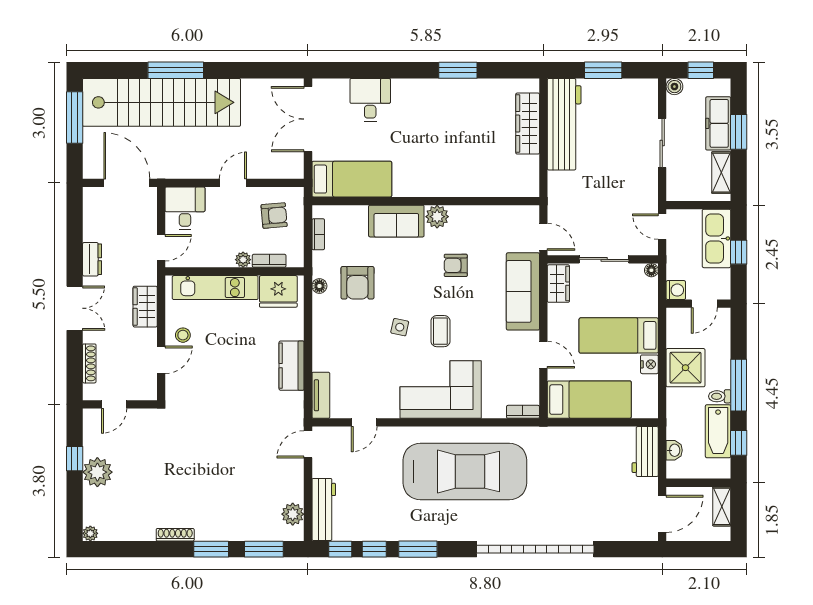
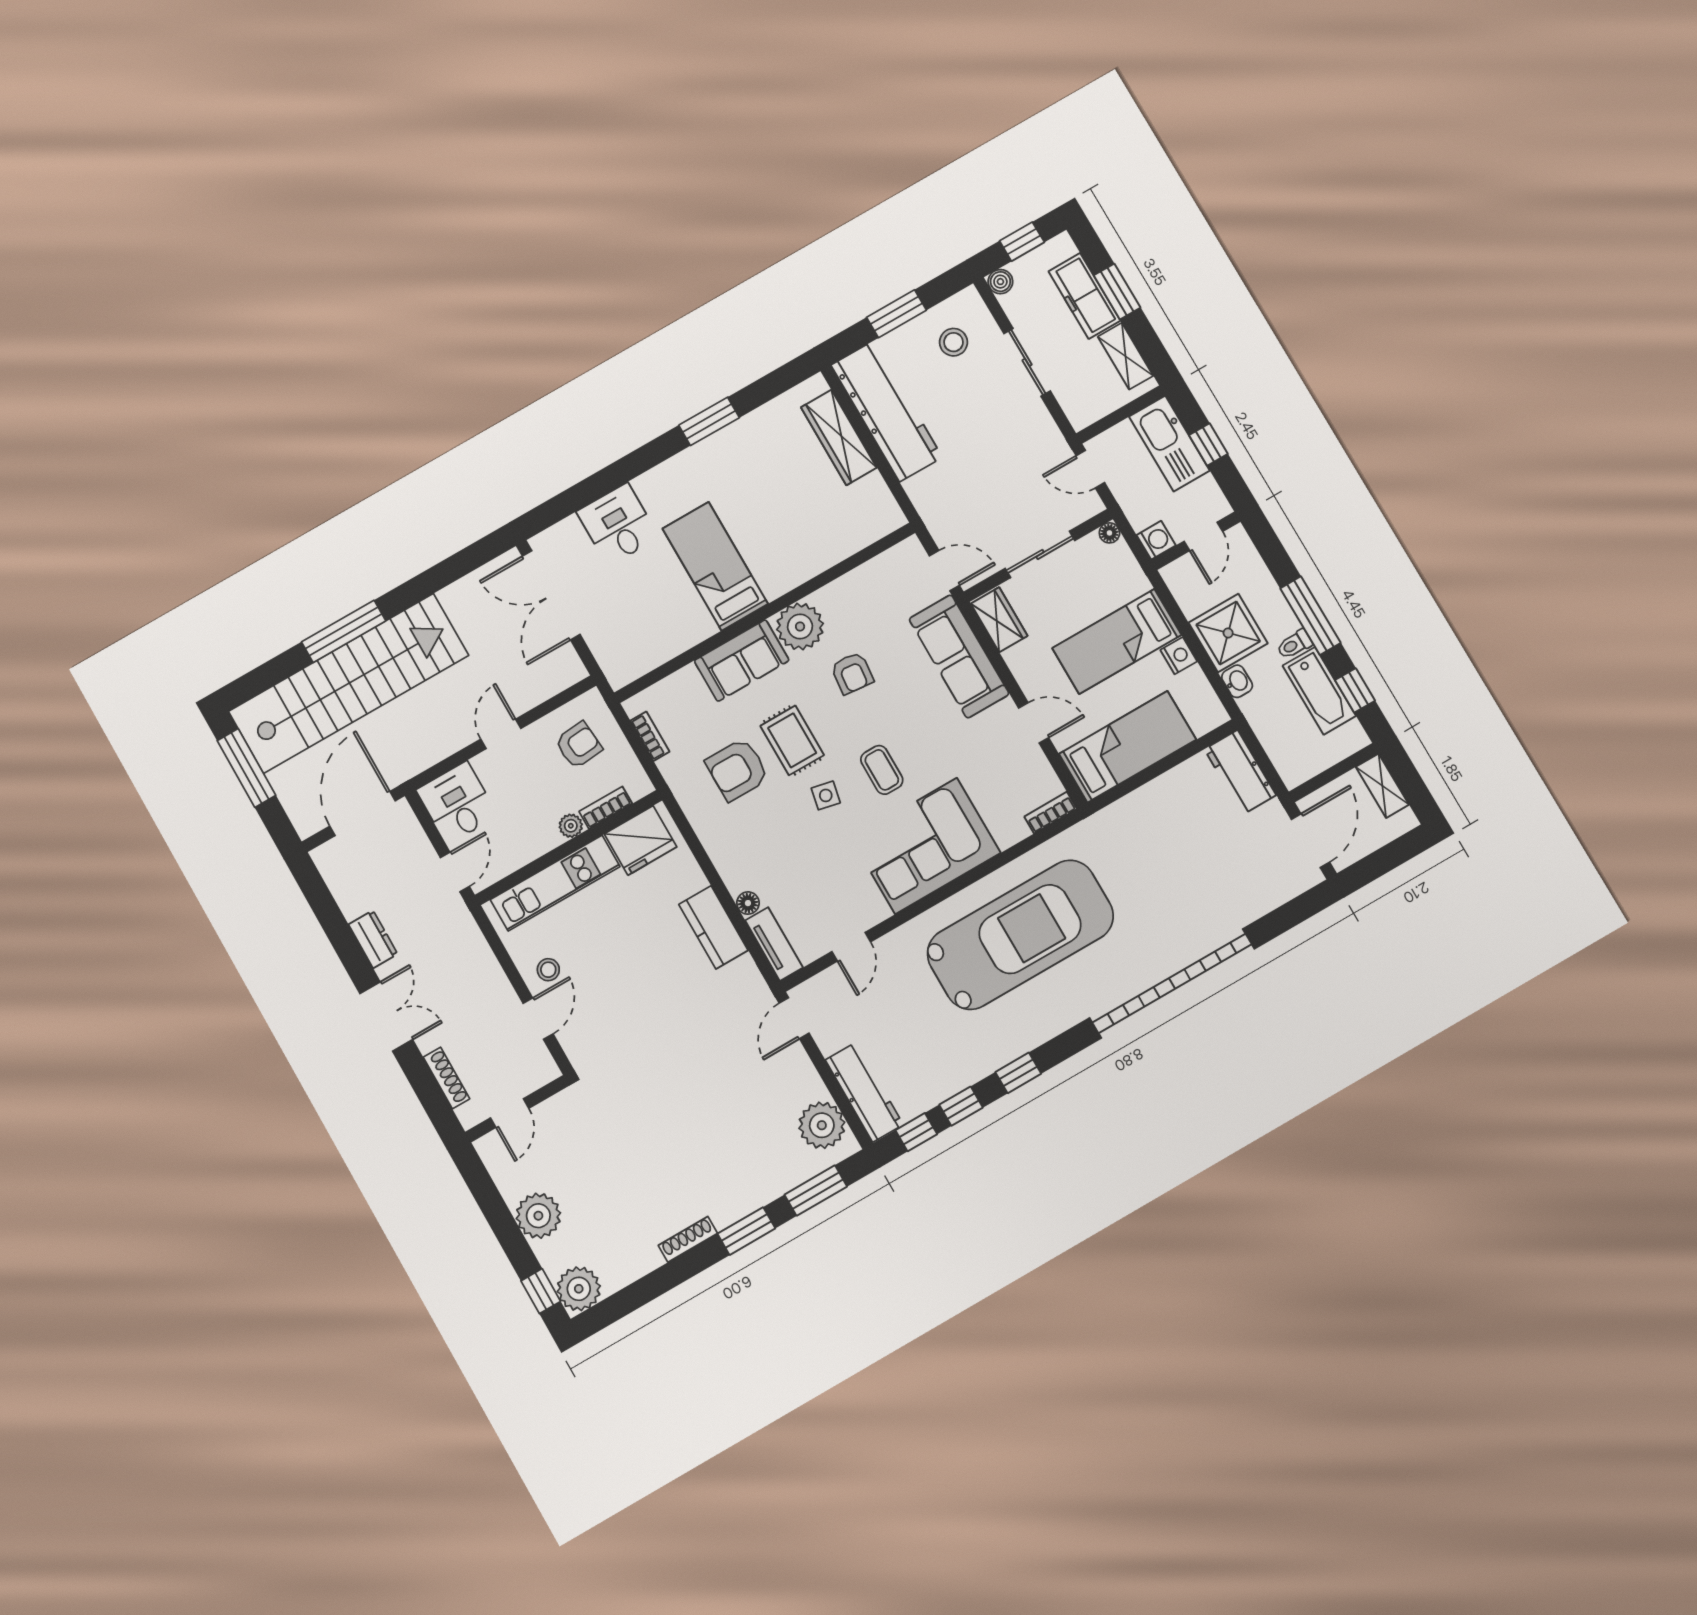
stool: (626, 106) -> (953, 342), added
bed: (352, 179) -> (715, 566), moved, turned -90
door: (127, 183) -> (363, 814), hinge flipped
plant: (437, 217) -> (800, 627), width x1.36, depth x1.36
armchair: (456, 265) -> (852, 673), turned -84
armchair: (357, 283) -> (737, 770), turned 90
rug: (399, 284) -> (792, 740), added
floor lamp: (319, 286) -> (748, 903), moved
wardrobe: (145, 307) -> (478, 961), removed
washbasin: (674, 450) -> (1237, 681), moved
window: (75, 459) -> (541, 1291), moved
plant: (293, 514) -> (822, 1125), width x1.36, depth x1.36
plant: (90, 533) -> (579, 1289), width x1.88, depth x1.88
window: (418, 549) -> (1018, 1073), width x0.67

